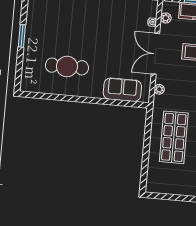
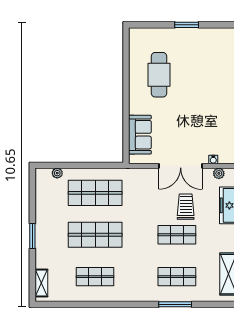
double door: (155, 54) -> (181, 166), swing flipped
plant: (159, 89) -> (57, 173), moved

